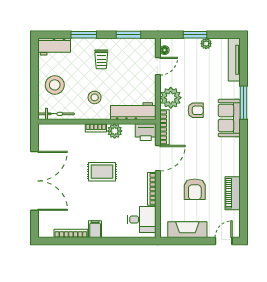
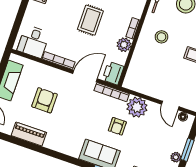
workbench: (133, 111) -> (136, 68), removed
door: (158, 158) -> (85, 76), swing flipped
armchair: (195, 189) -> (45, 100), turned 90

